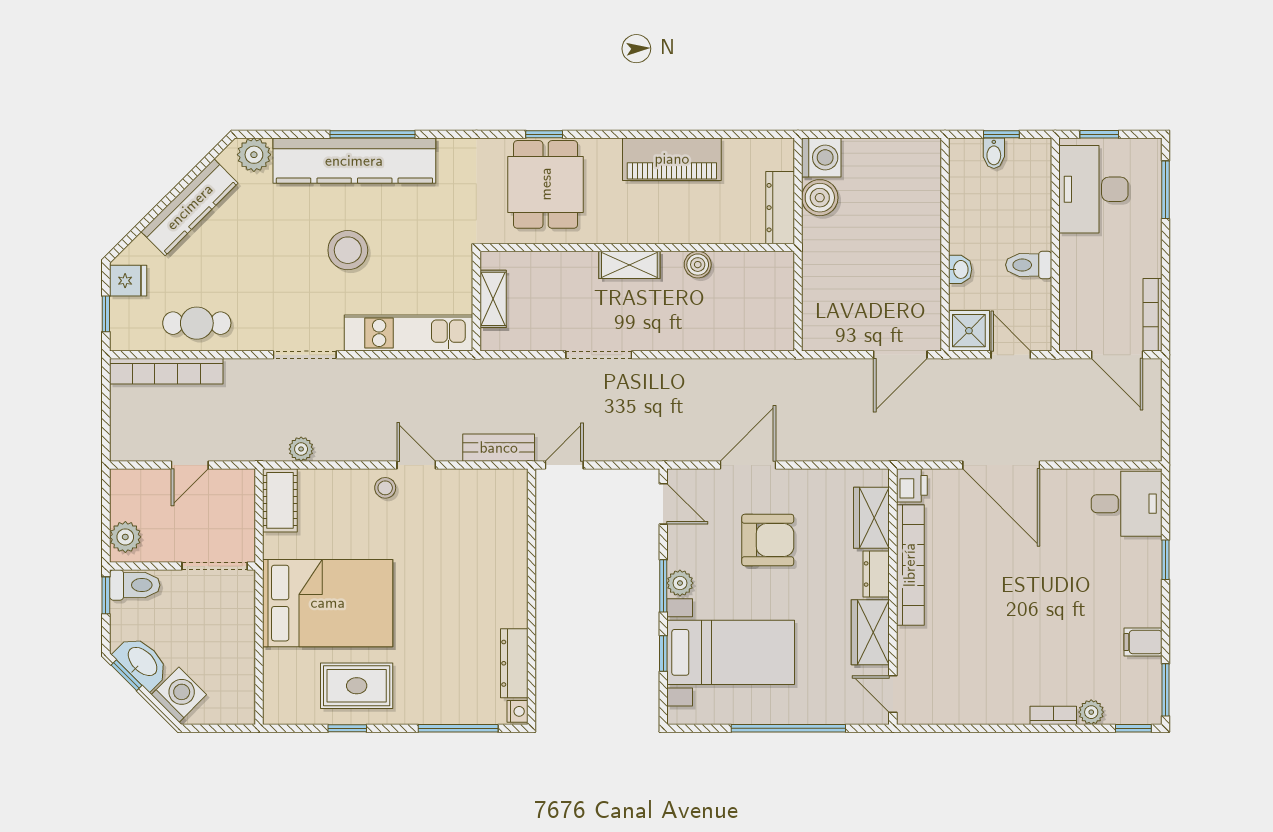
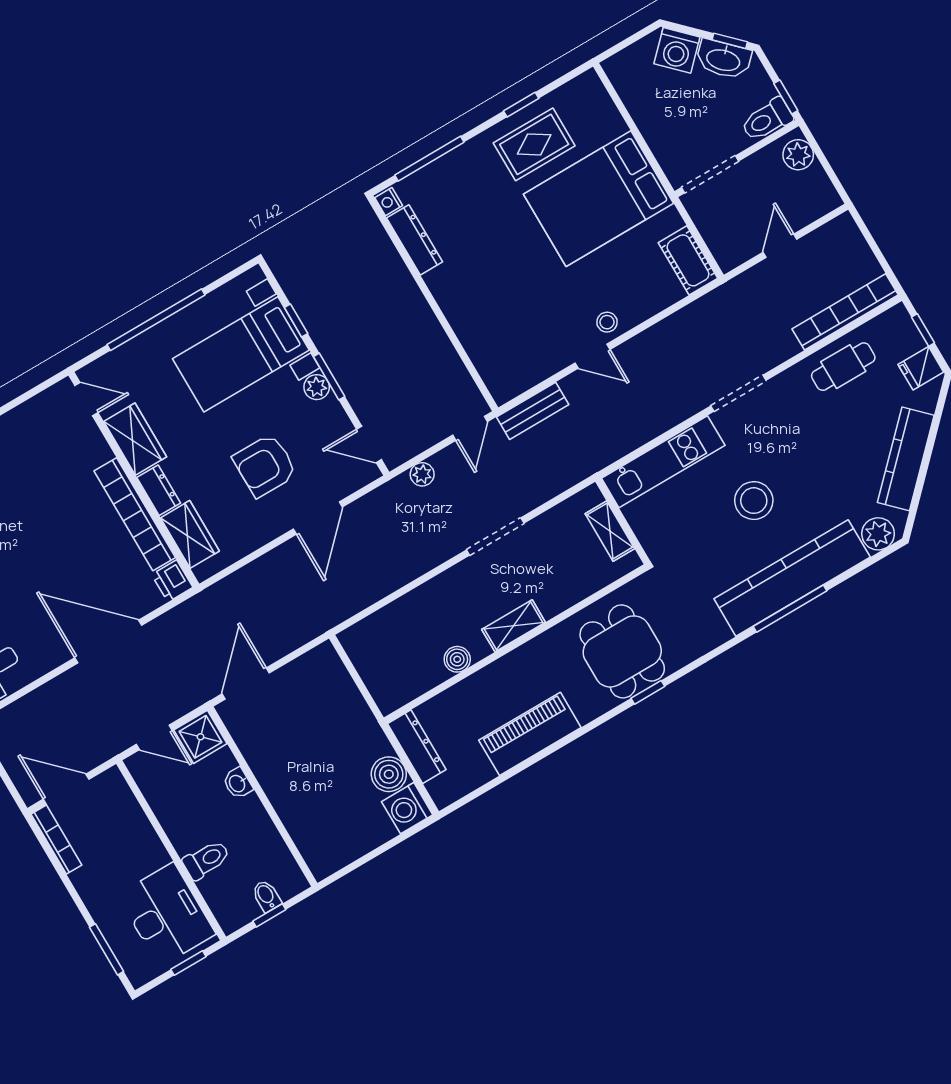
toilet: (1029, 265) -> (206, 860), moved
plant: (301, 449) -> (422, 474), moved

